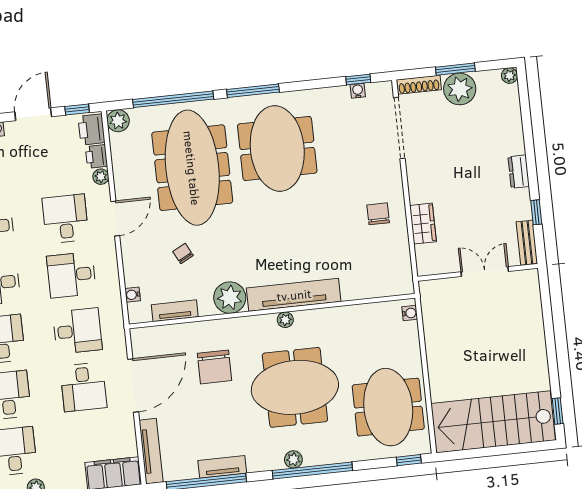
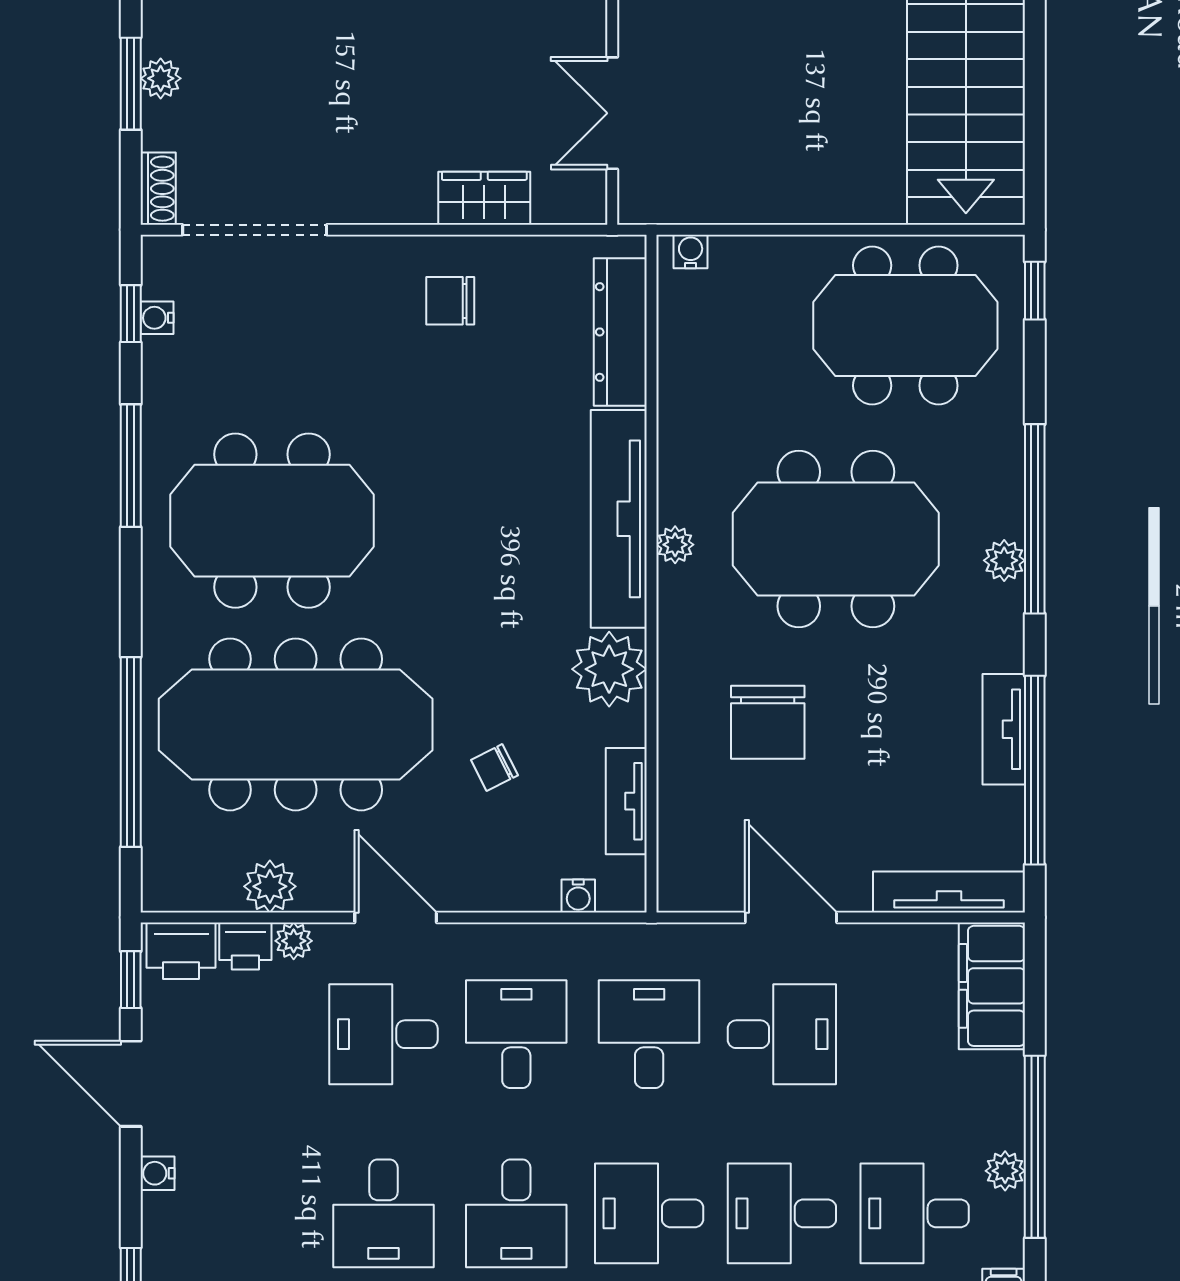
shoe rack: (419, 85) -> (158, 189), width x0.70
plant: (460, 89) -> (161, 78), width x0.53, depth x0.53
window: (253, 91) -> (131, 466), moved
plant: (118, 121) -> (270, 886), moved
double door: (485, 272) -> (612, 113), moved
desk: (71, 275) -> (516, 1034), turned 180
dresser: (373, 287) -> (620, 332), added
chair: (214, 367) -> (768, 722), turned 90
door: (133, 385) -> (791, 917), width x0.73
meeting table: (295, 387) -> (836, 539), turned 90

